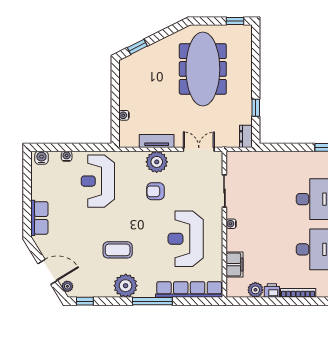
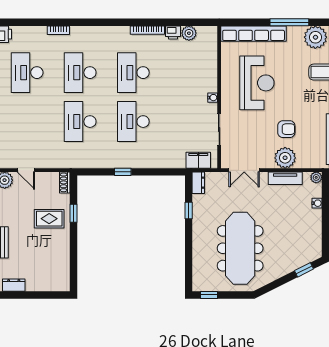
plant: (125, 142) -> (316, 177), added
filing cabinet: (235, 265) -> (198, 160), moved, turned 90

